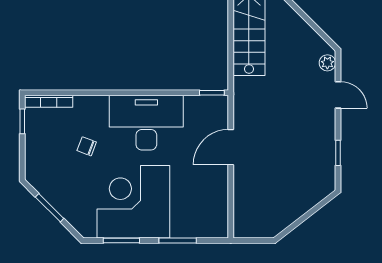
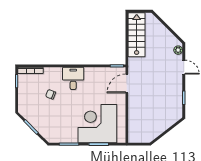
desk: (146, 123) -> (73, 78), width x0.53, depth x0.77
door: (231, 147) -> (127, 83), moved
corner desk: (133, 202) -> (97, 124), moved

